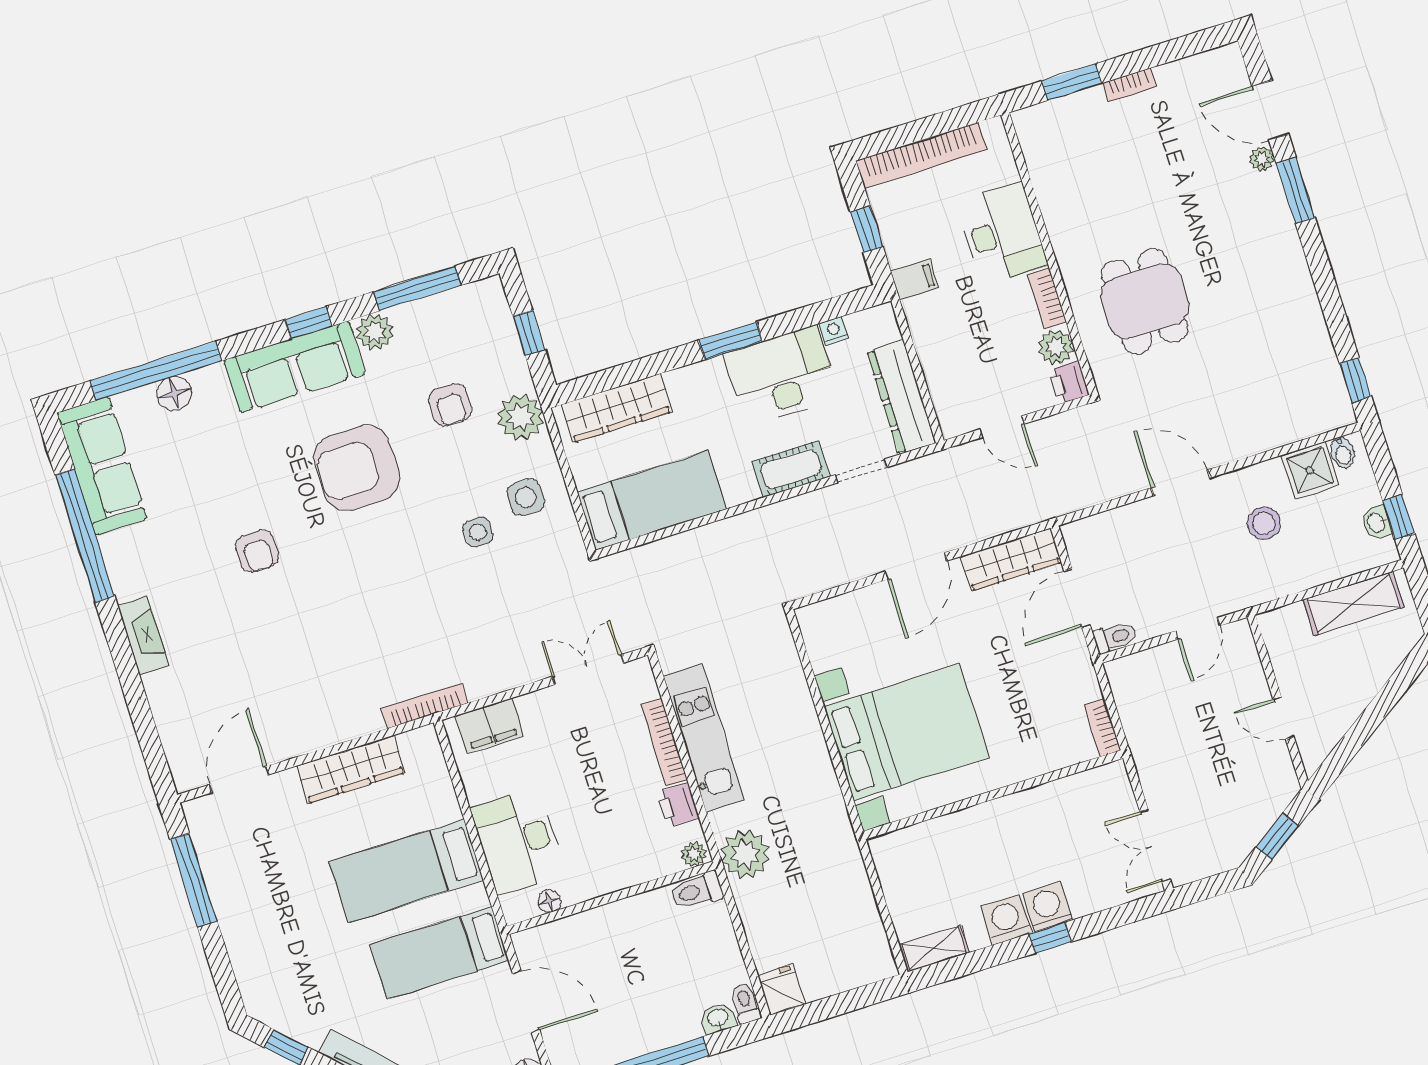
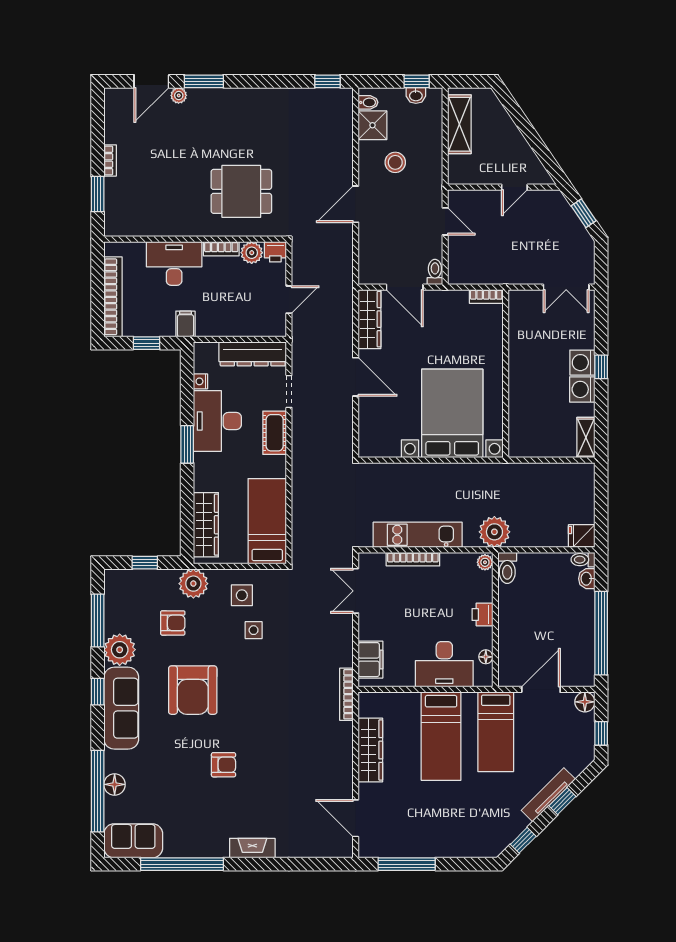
plant: (375, 332) -> (120, 650), width x1.36, depth x1.36
sofa: (102, 466) -> (133, 841), width x0.73
printer: (678, 805) -> (482, 614), moved, turned 90

